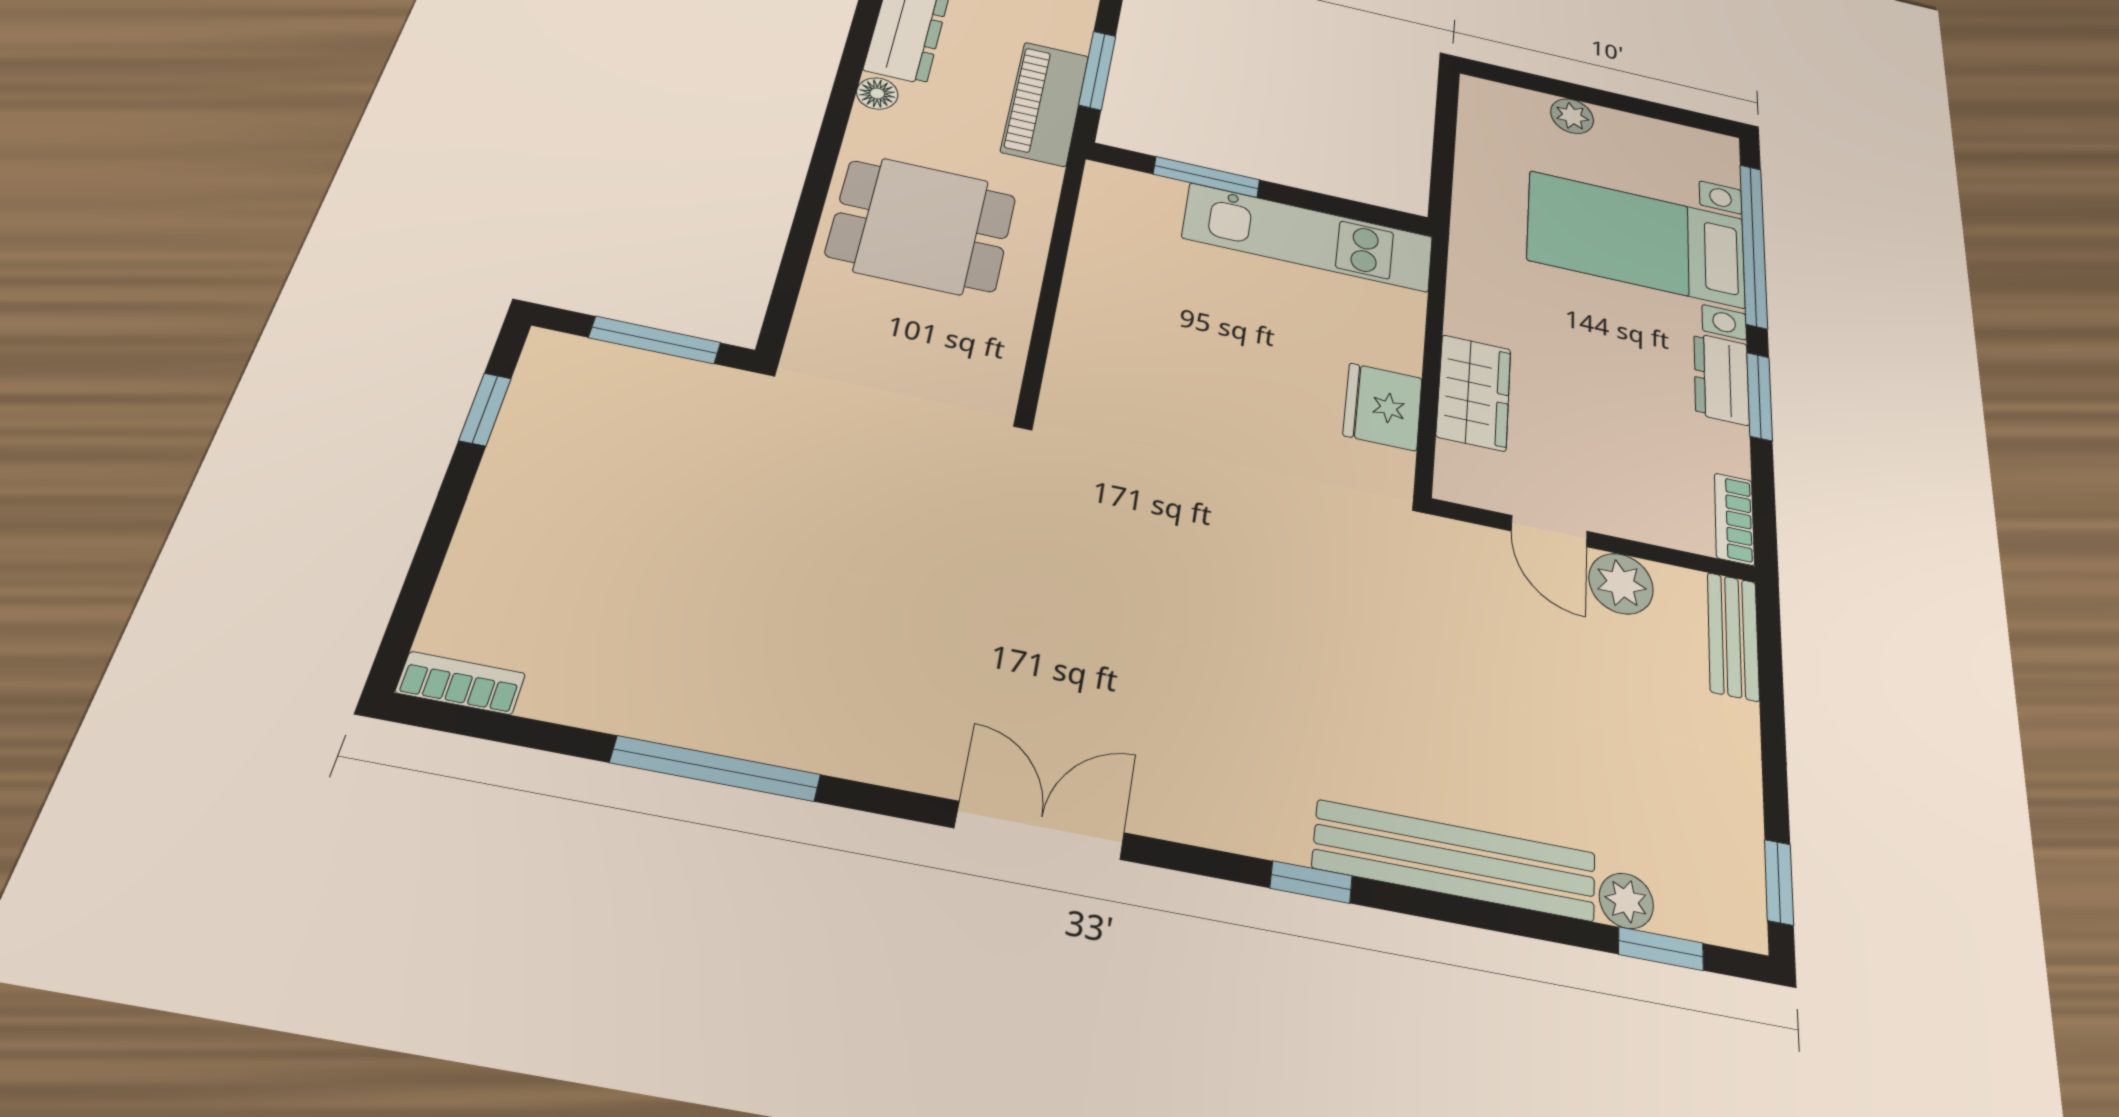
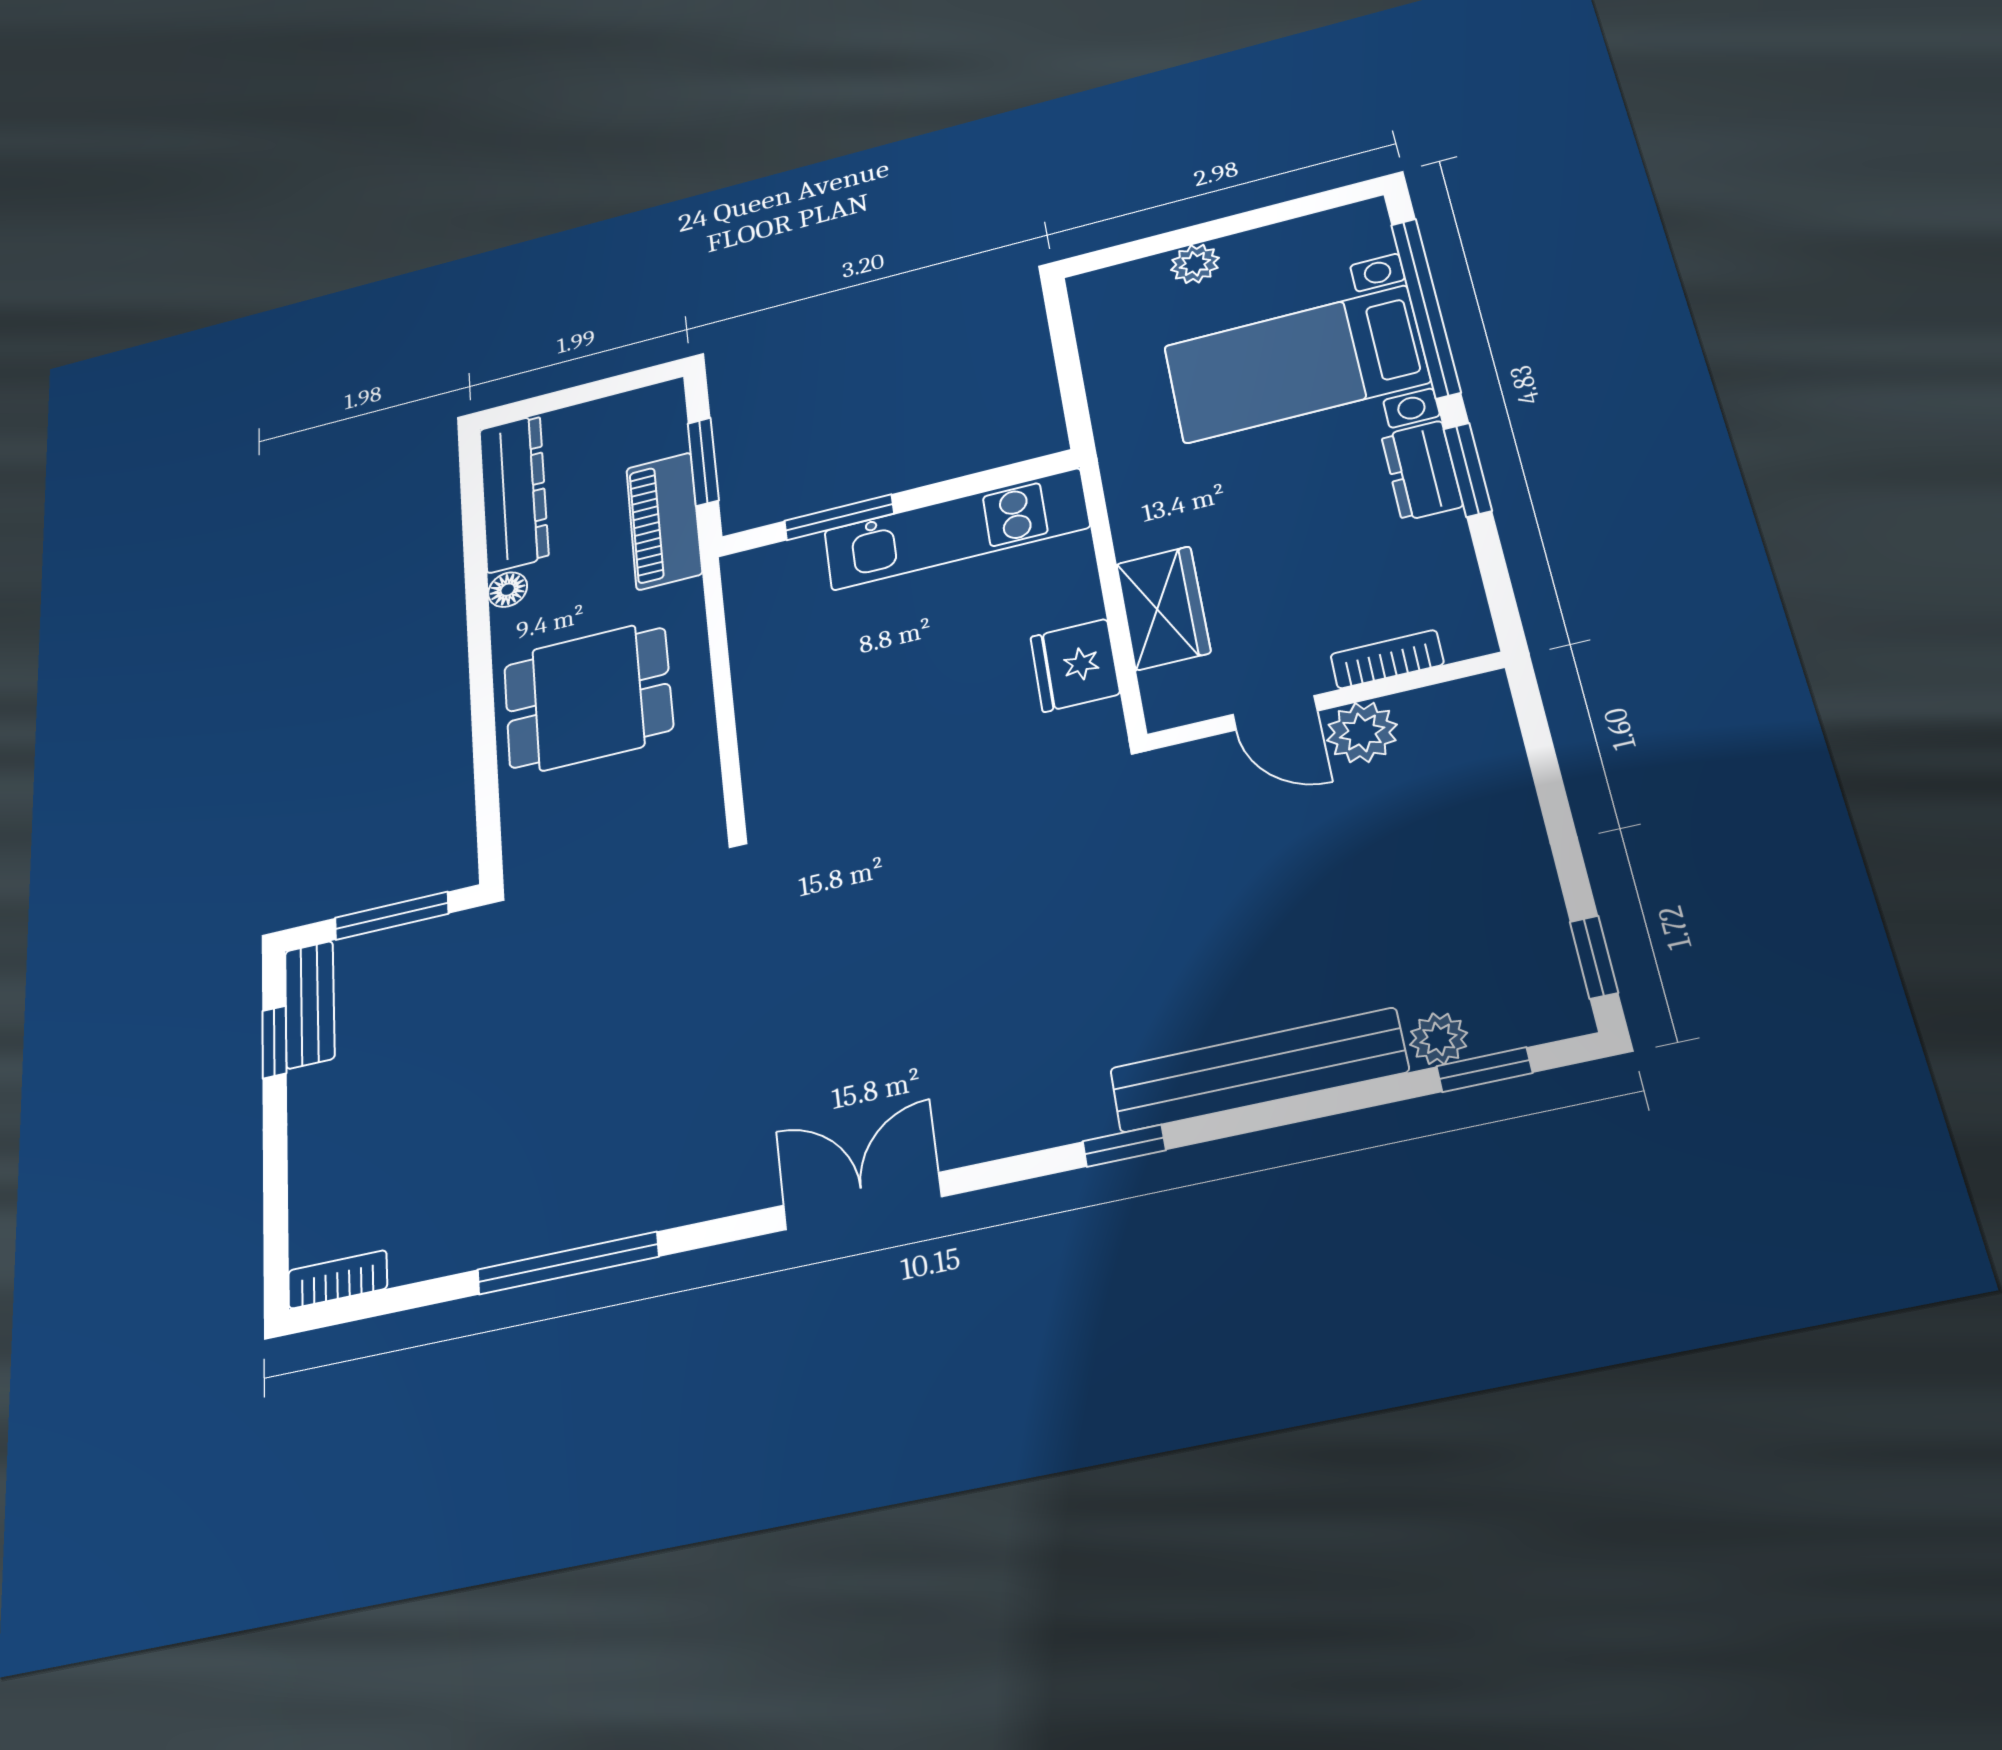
bookcase: (1734, 519) -> (1387, 659), moved, turned 90
bench: (1733, 636) -> (310, 1005), moved

